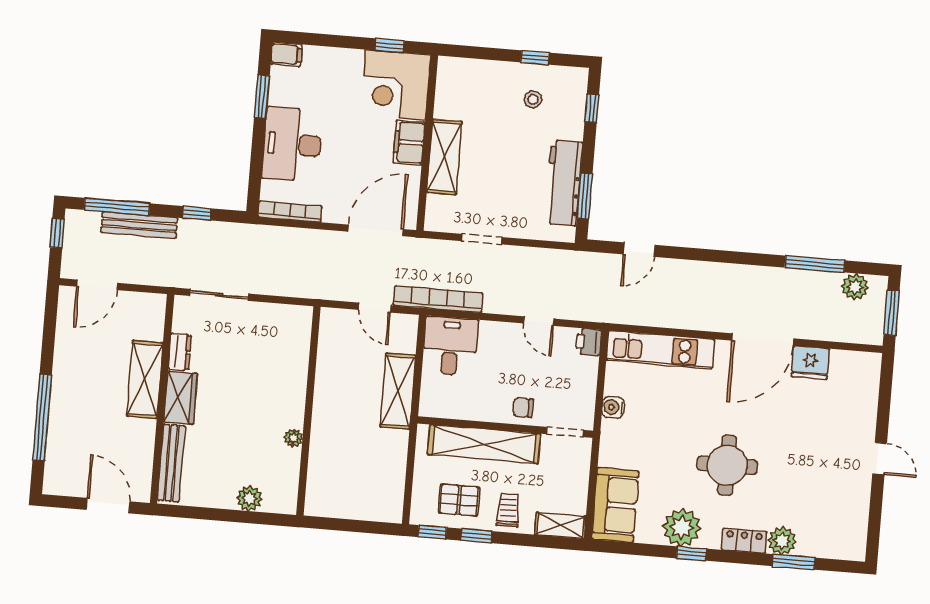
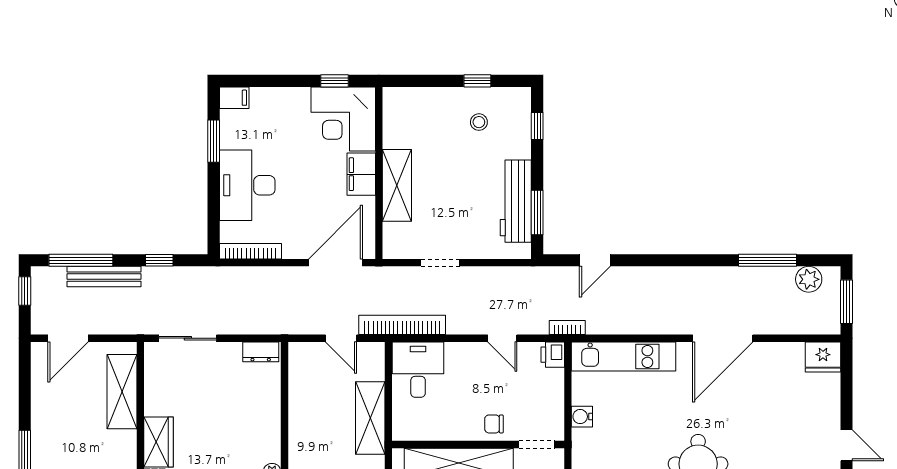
bookcase: (606, 316) -> (567, 328), added
dresser: (180, 352) -> (261, 352), moved, turned 90
fridge: (810, 363) -> (823, 357), moved
shelving: (145, 379) -> (122, 392), moved

